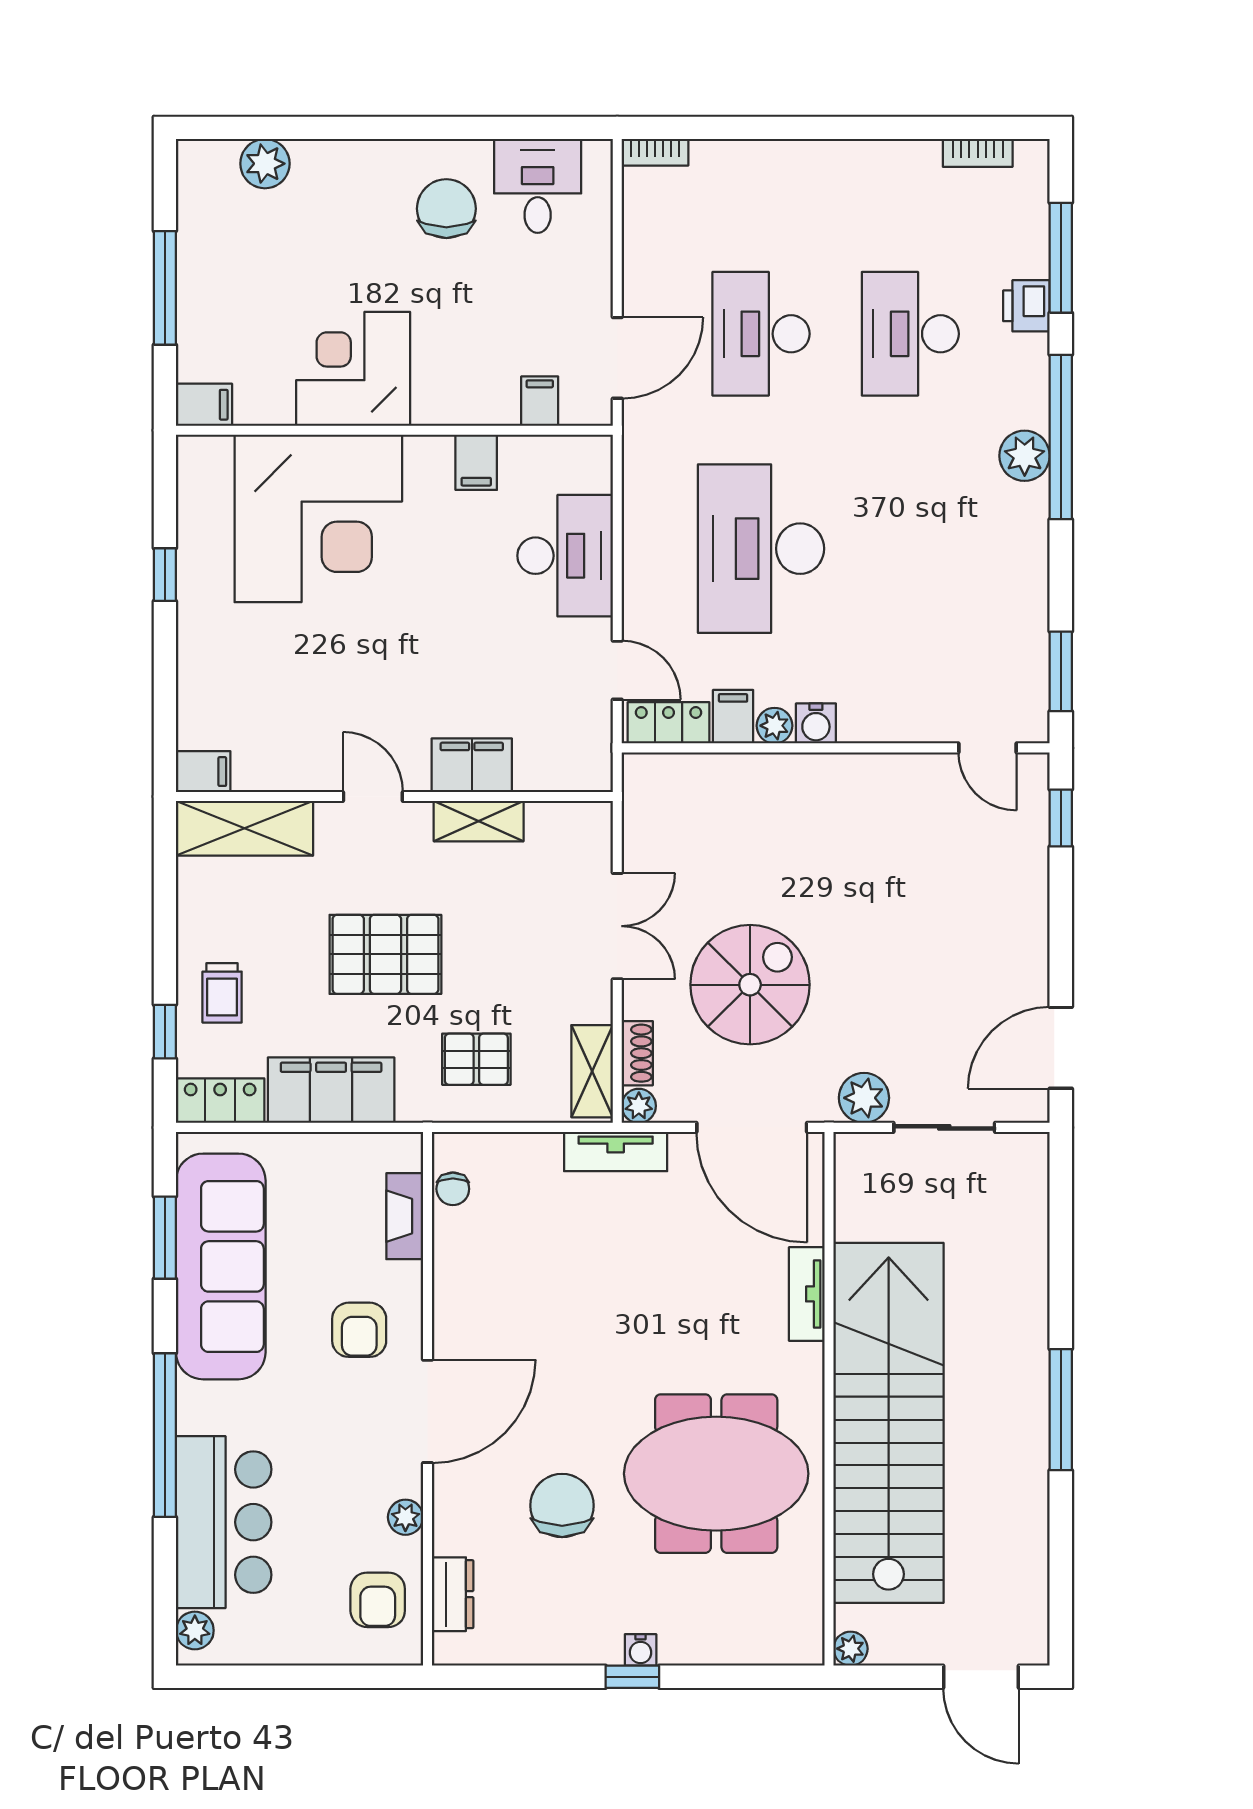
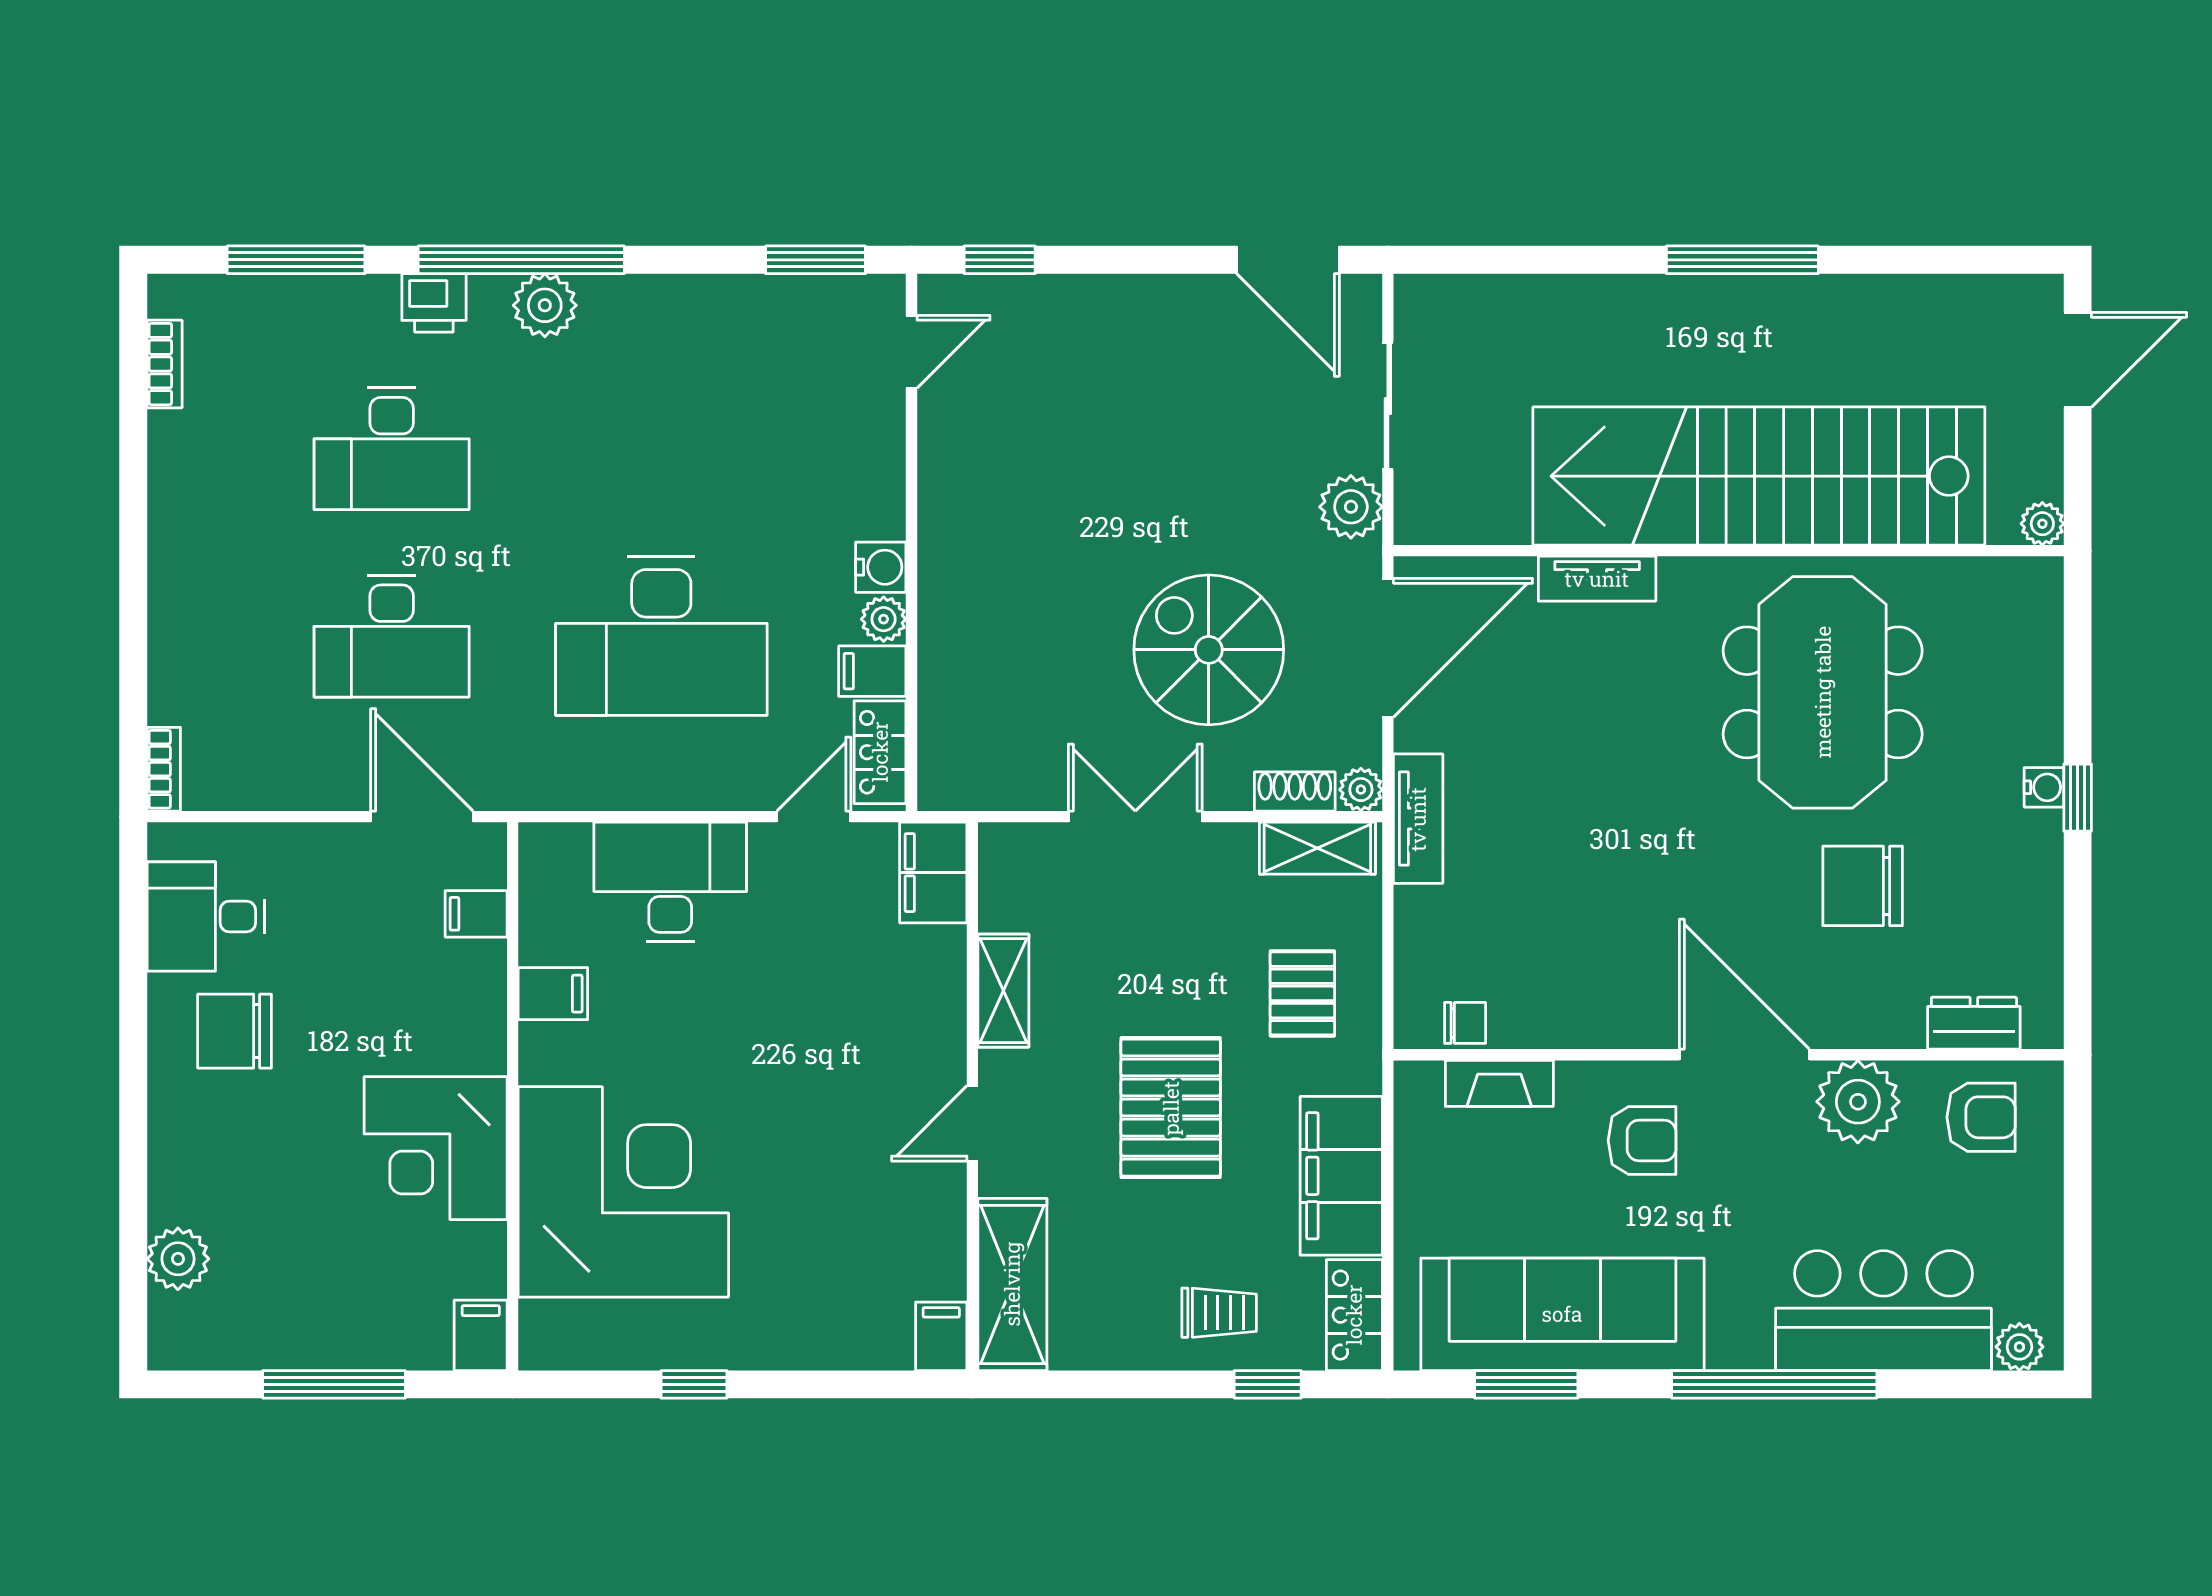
printer: (1026, 306) -> (434, 303), moved
filing cabinet: (472, 765) -> (933, 873), moved
plant: (405, 1517) -> (1858, 1102), width x1.87, depth x1.87

